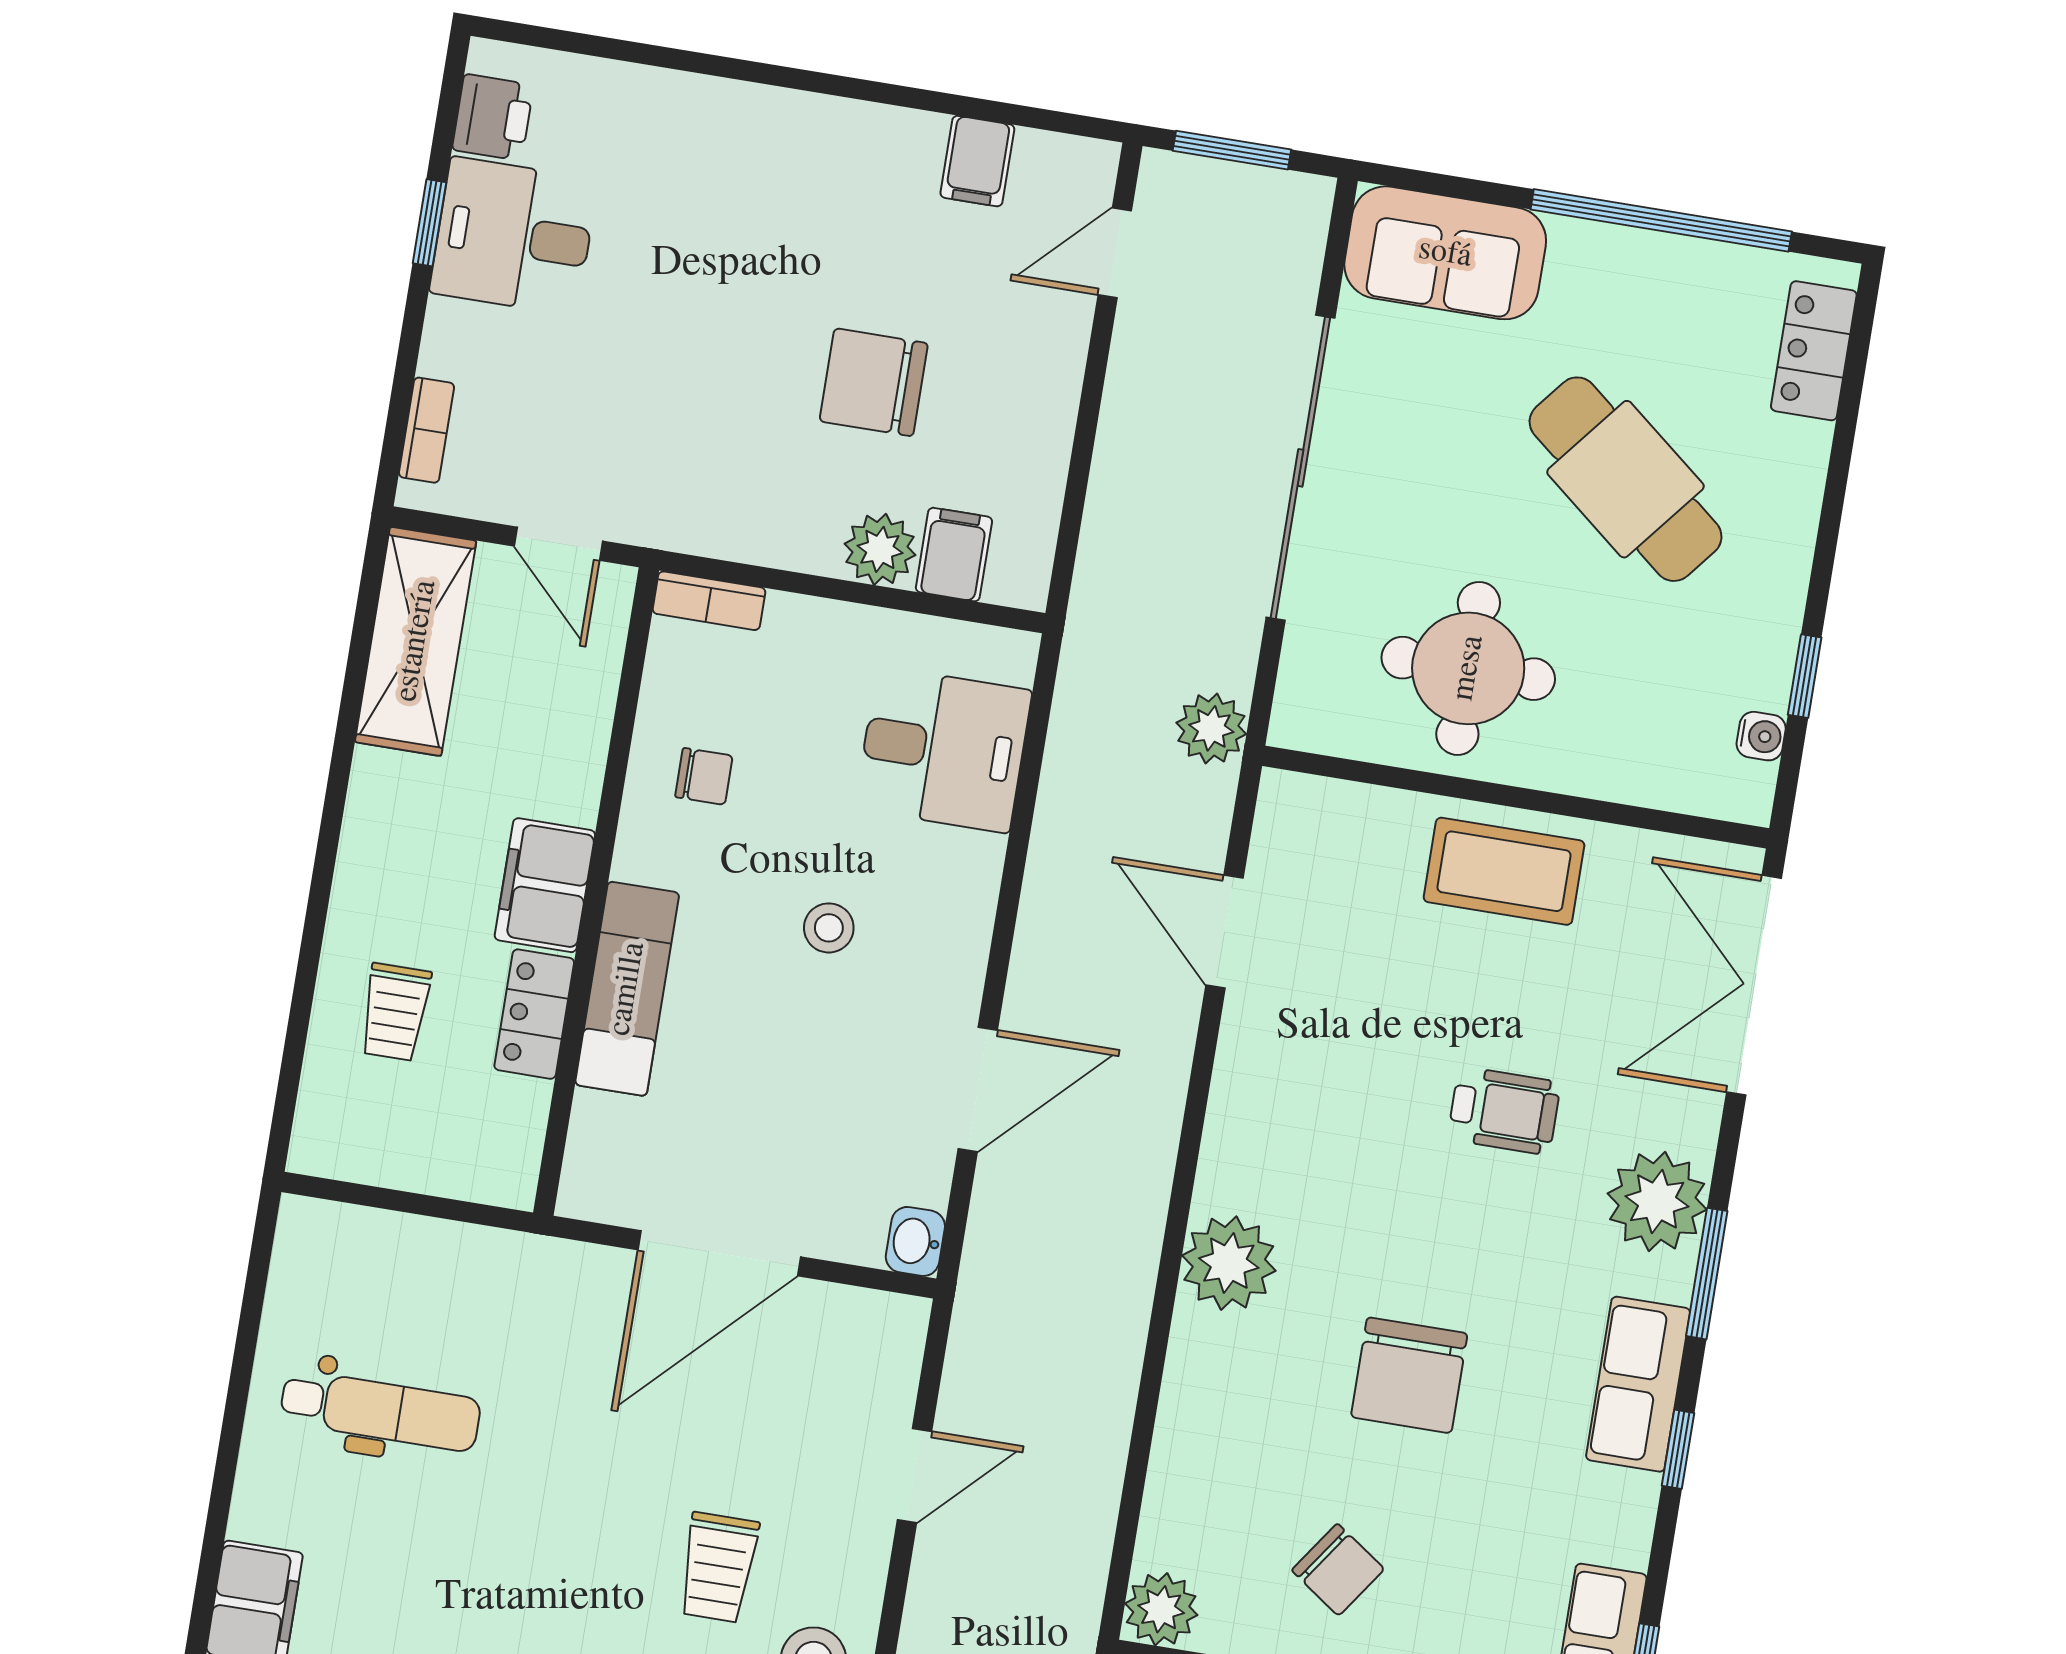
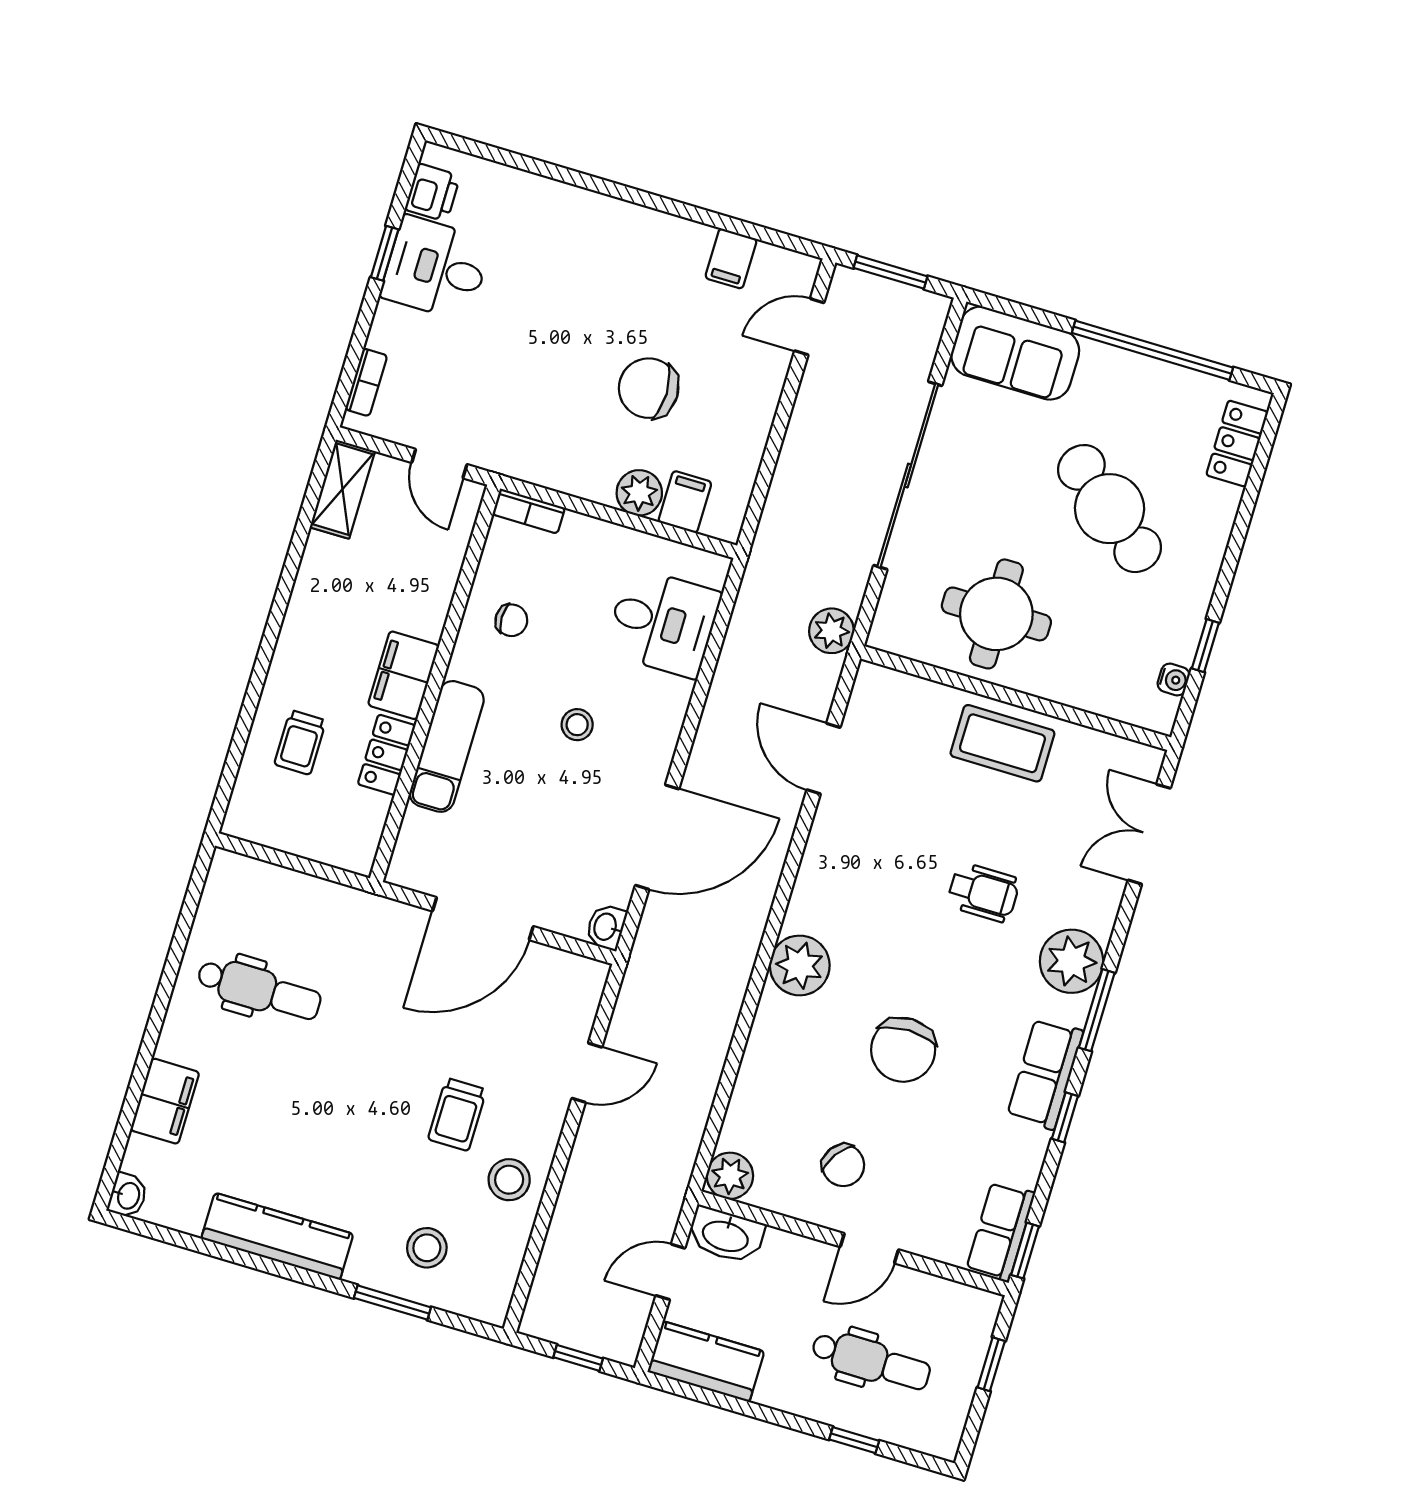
shelving: (416, 641) -> (342, 489), width x0.67, depth x0.75
double door: (1754, 985) -> (1149, 834), width x0.73
door: (978, 1089) -> (657, 837), width x1.36

